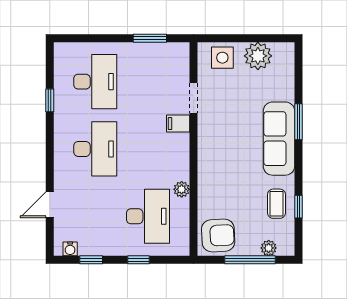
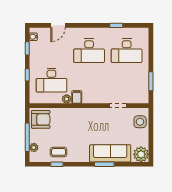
plant: (258, 56) -> (141, 154), moved
filing cabinet: (178, 124) -> (77, 97), moved
sofa: (279, 139) -> (110, 153), moved
door: (50, 205) -> (58, 25), swing flipped
armchair: (218, 235) -> (41, 119), turned -87

